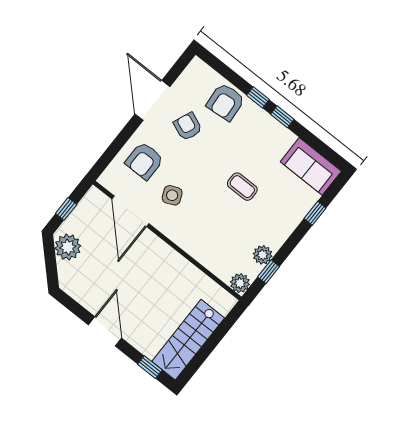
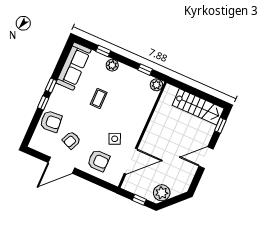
sofa: (311, 166) -> (74, 66), width x1.36
plant: (263, 255) -> (112, 65), moved

